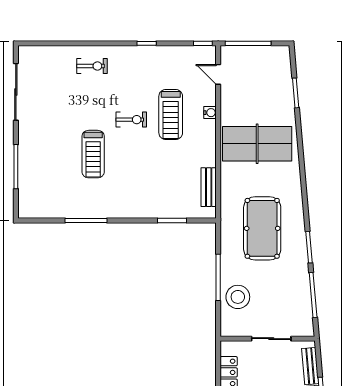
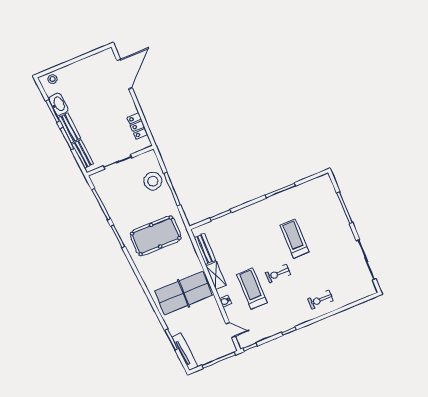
tv unit: (285, 71) -> (185, 352), added
shelving: (208, 149) -> (216, 275), added
pool table: (262, 228) -> (156, 236), turned 90

